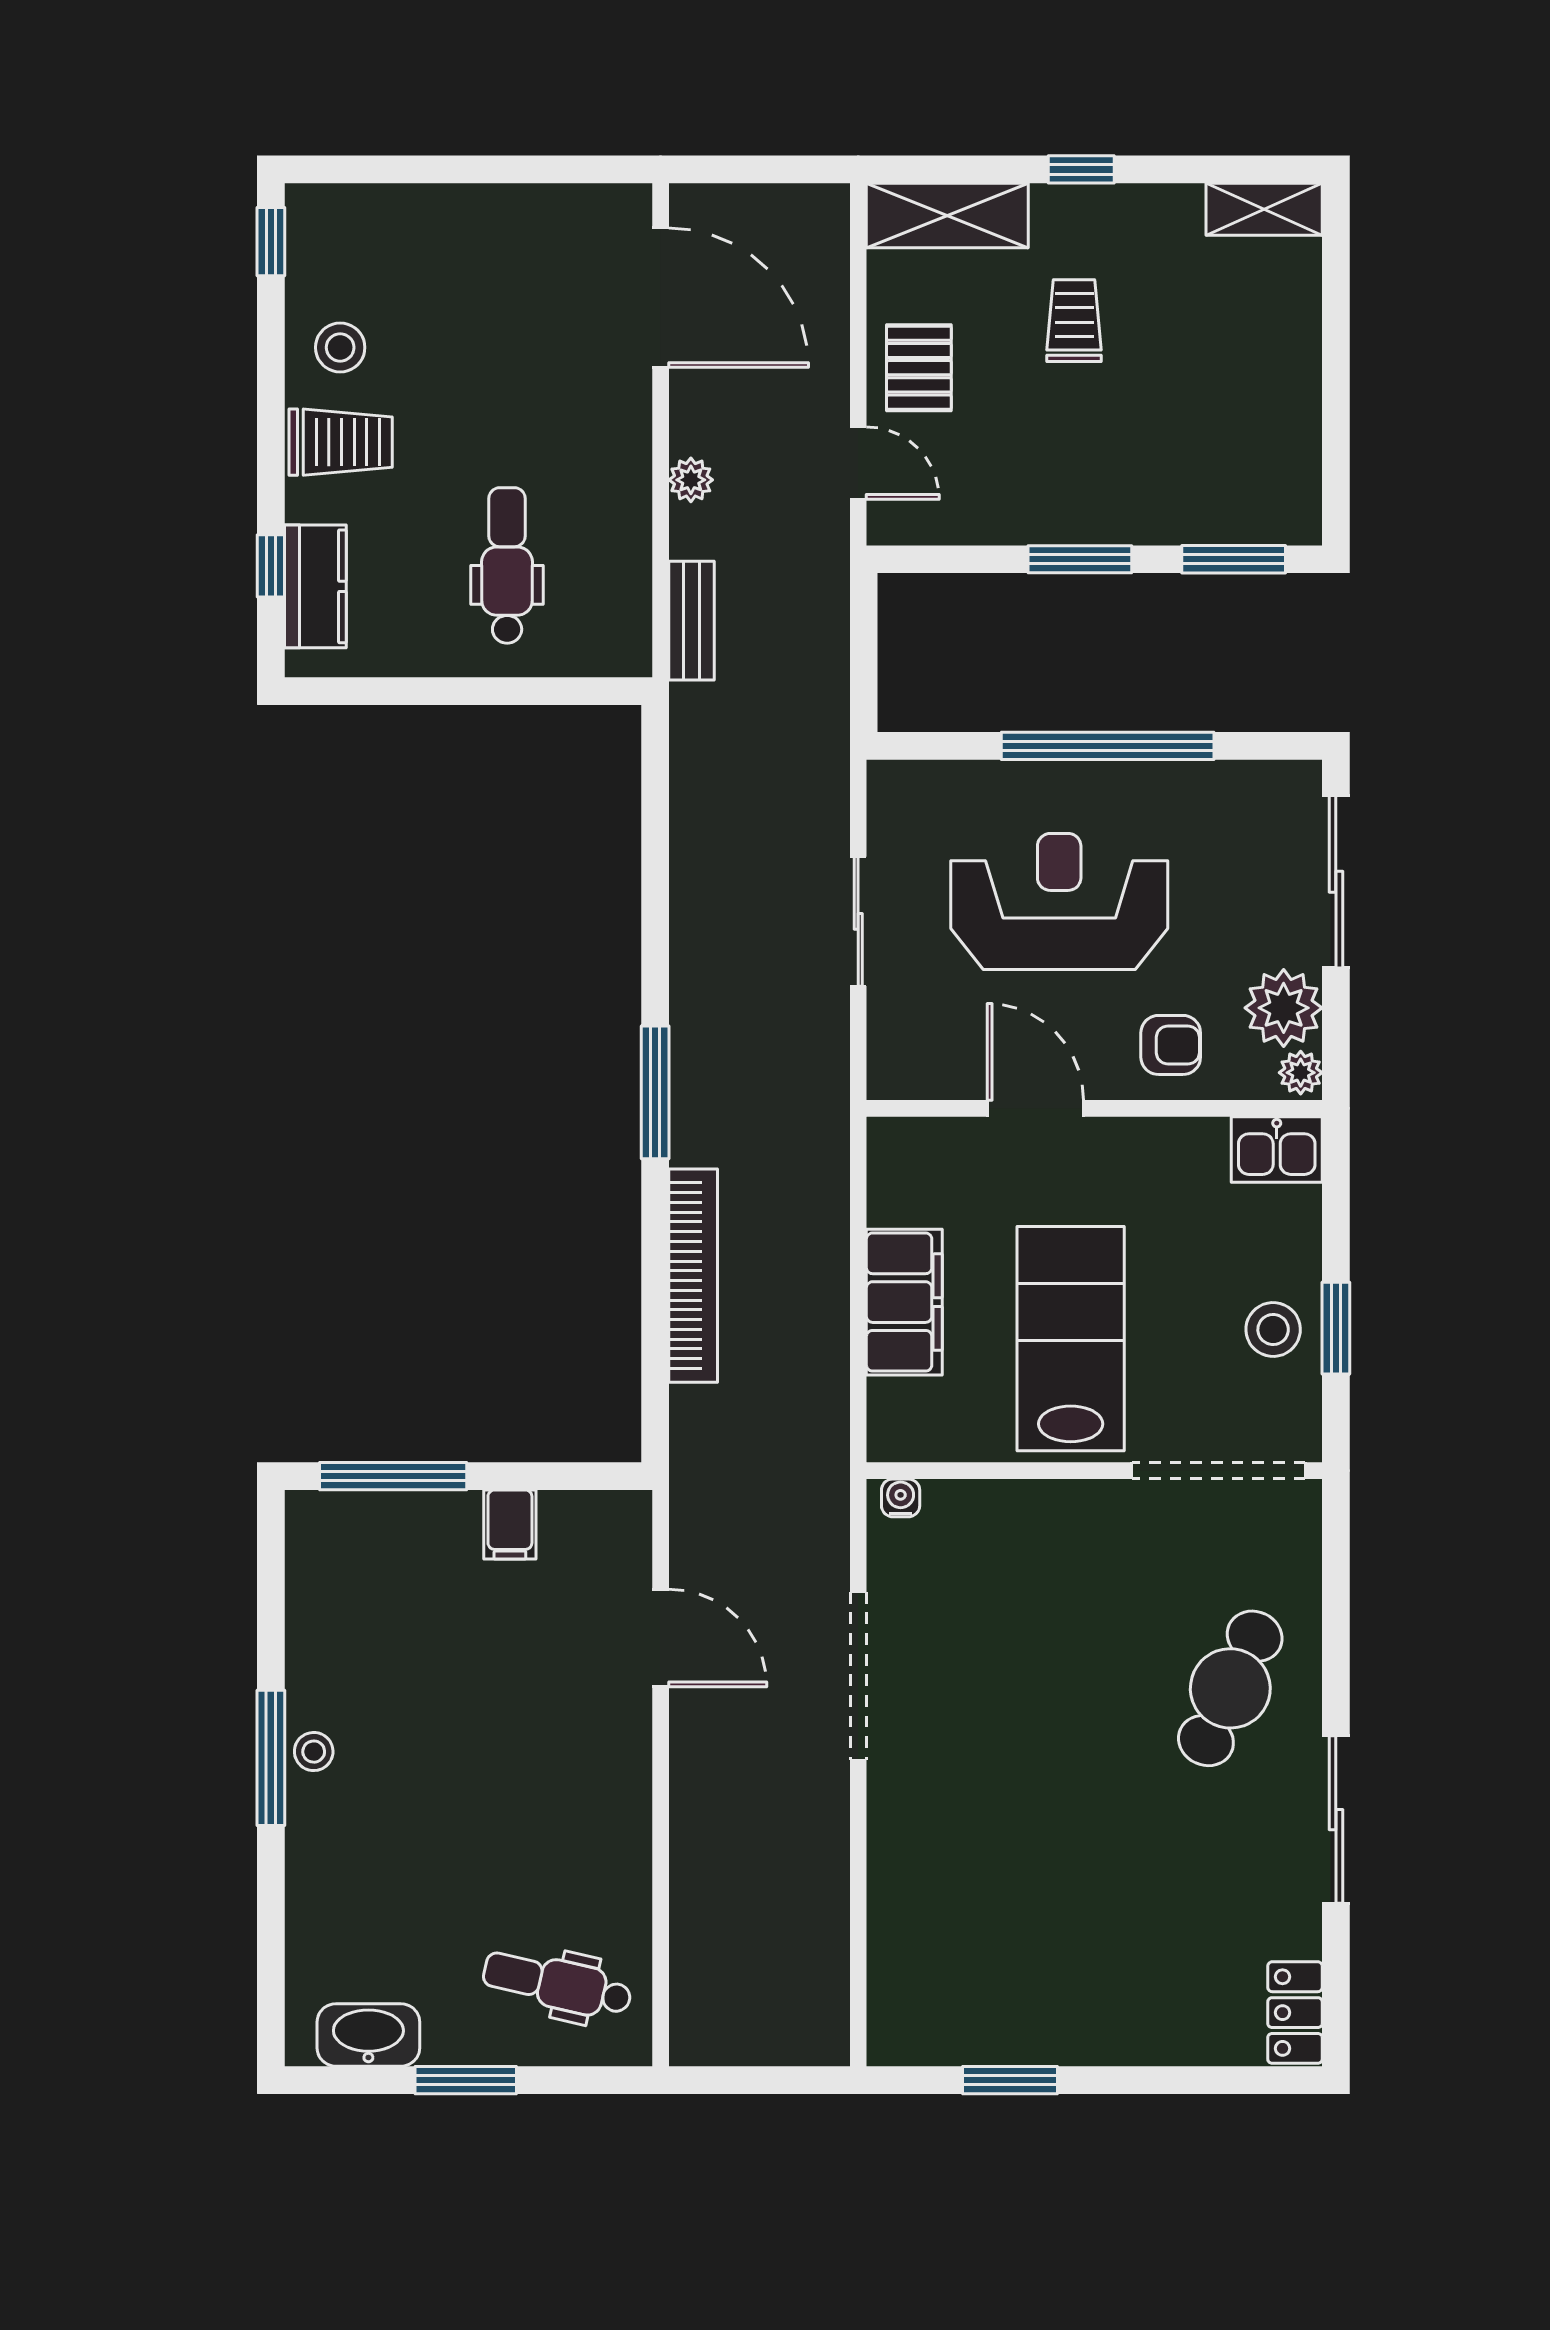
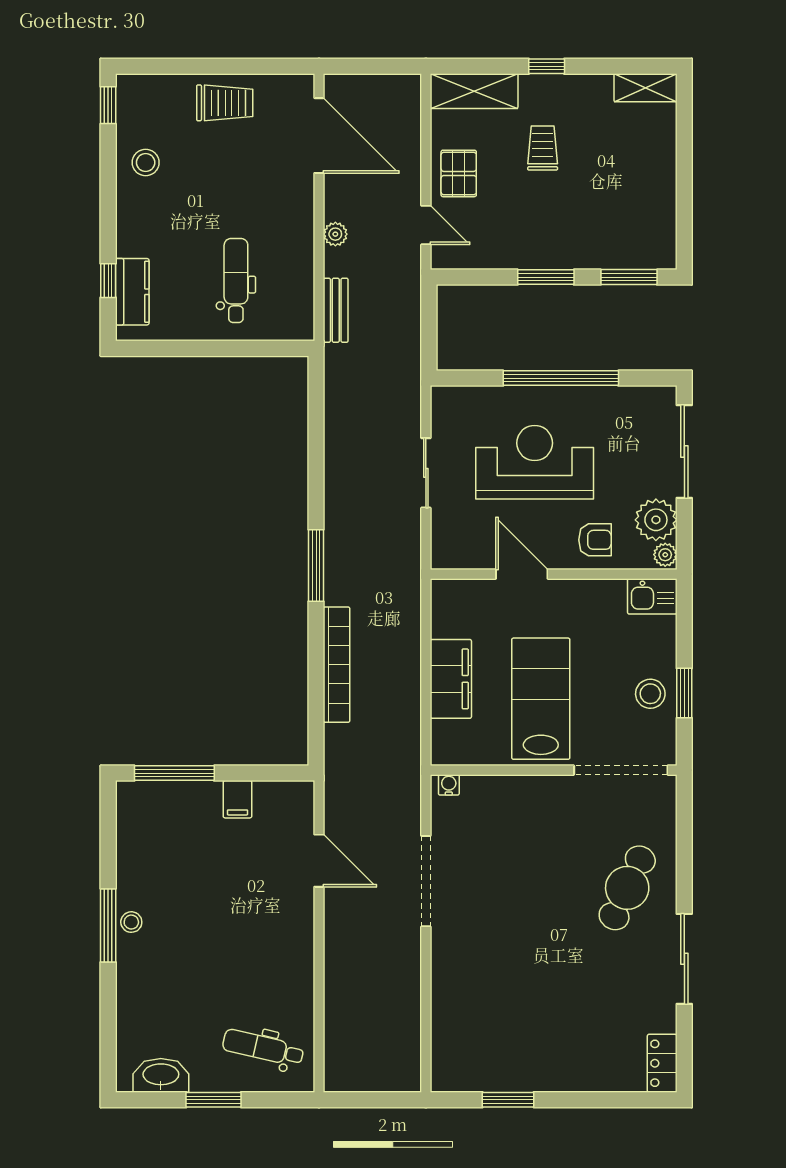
trolley: (341, 442) -> (225, 103), moved

